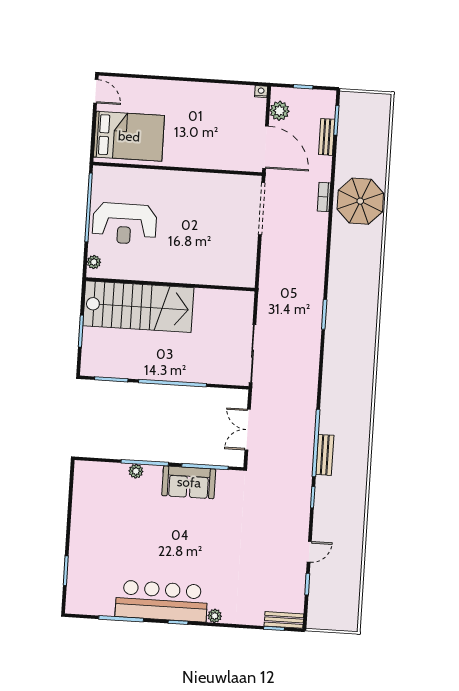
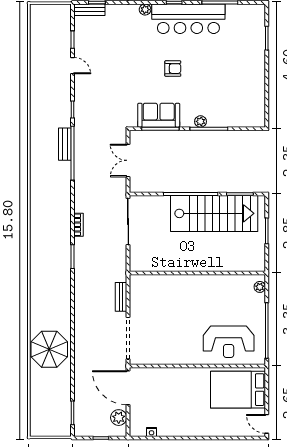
nightstand: (261, 92) -> (152, 432), moved
bench: (327, 137) -> (121, 297), moved
bookcase: (324, 197) -> (79, 225), moved
reception desk: (124, 224) -> (229, 342), moved, turned 180
stairs: (138, 307) -> (214, 213), moved, turned 180
double door: (248, 430) -> (128, 160), swing flipped
plant: (136, 471) -> (200, 121), moved
sofa: (189, 482) -> (159, 115), moved
armchair: (185, 540) -> (173, 69), added
door: (309, 552) -> (73, 66), swing flipped

